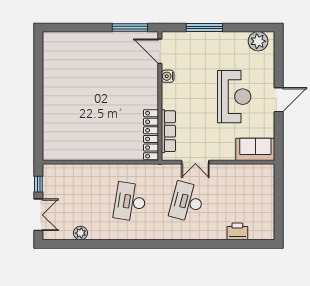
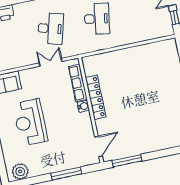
door: (160, 51) -> (99, 147), hinge flipped
water cooler: (168, 76) -> (83, 106), moved
locker: (151, 135) -> (96, 97), moved

